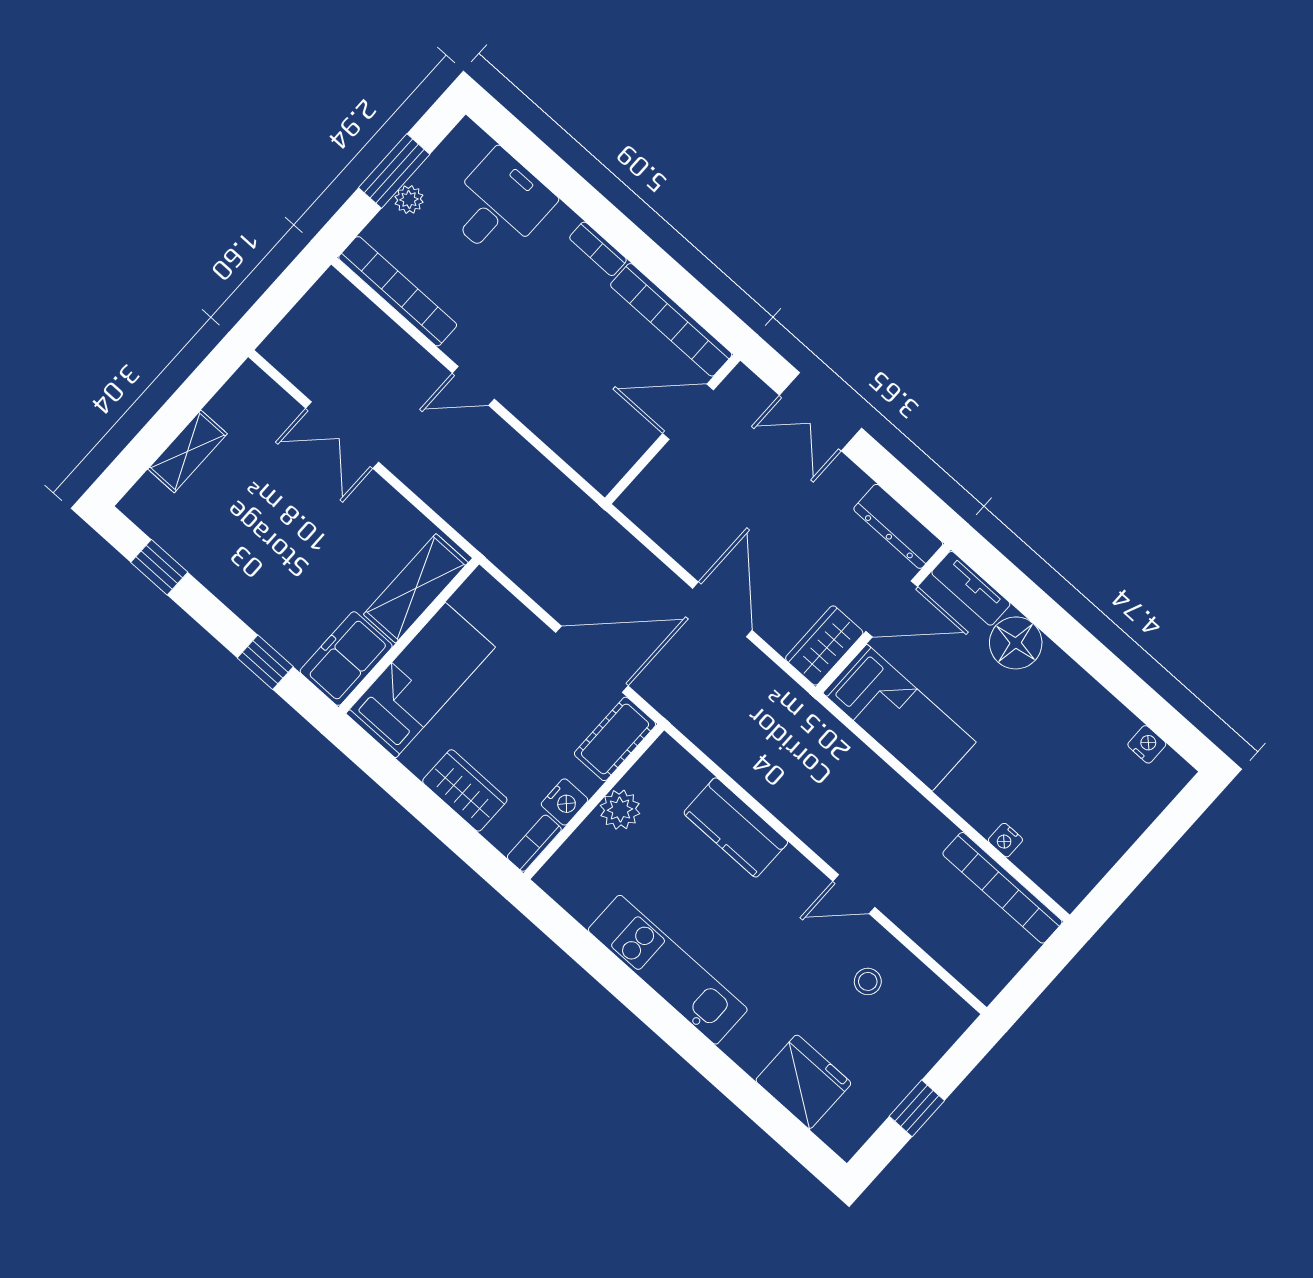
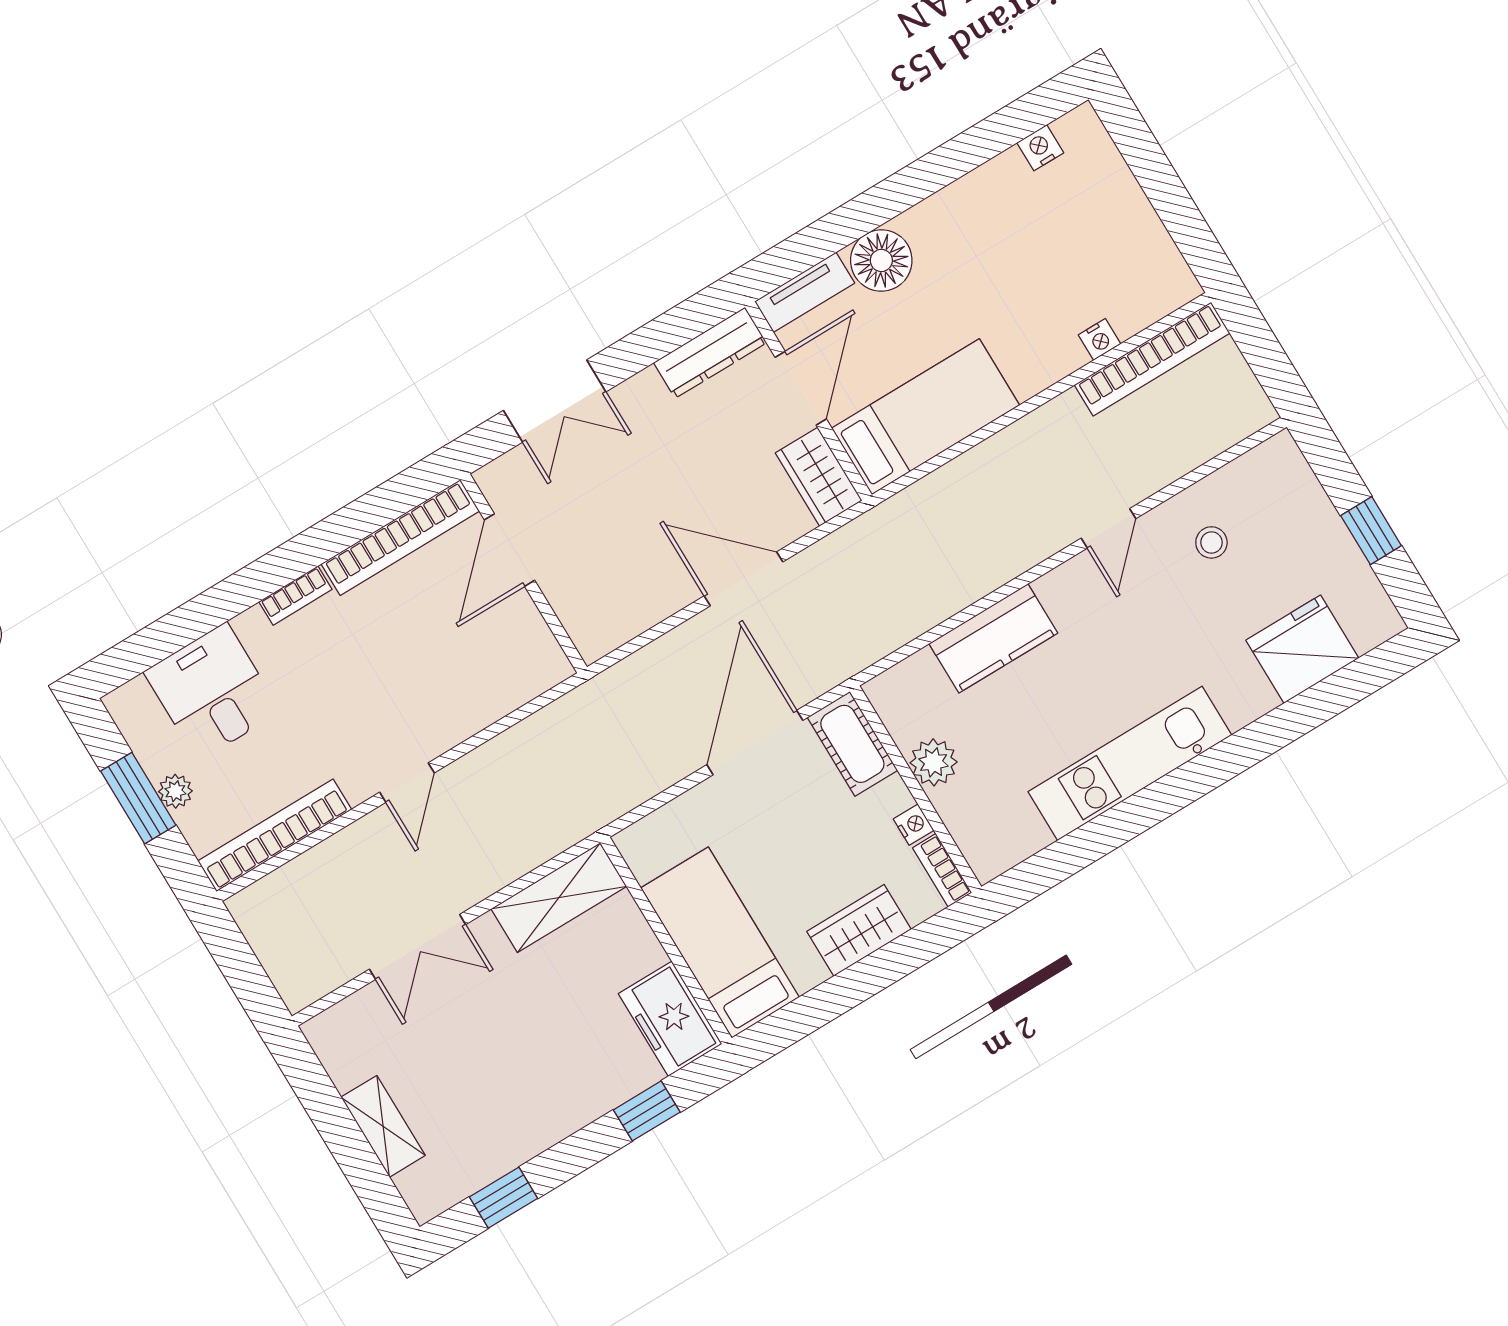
shelving: (416, 588) -> (559, 898), moved, turned 90
nightstand: (565, 802) -> (914, 825), width x0.72, depth x0.74

